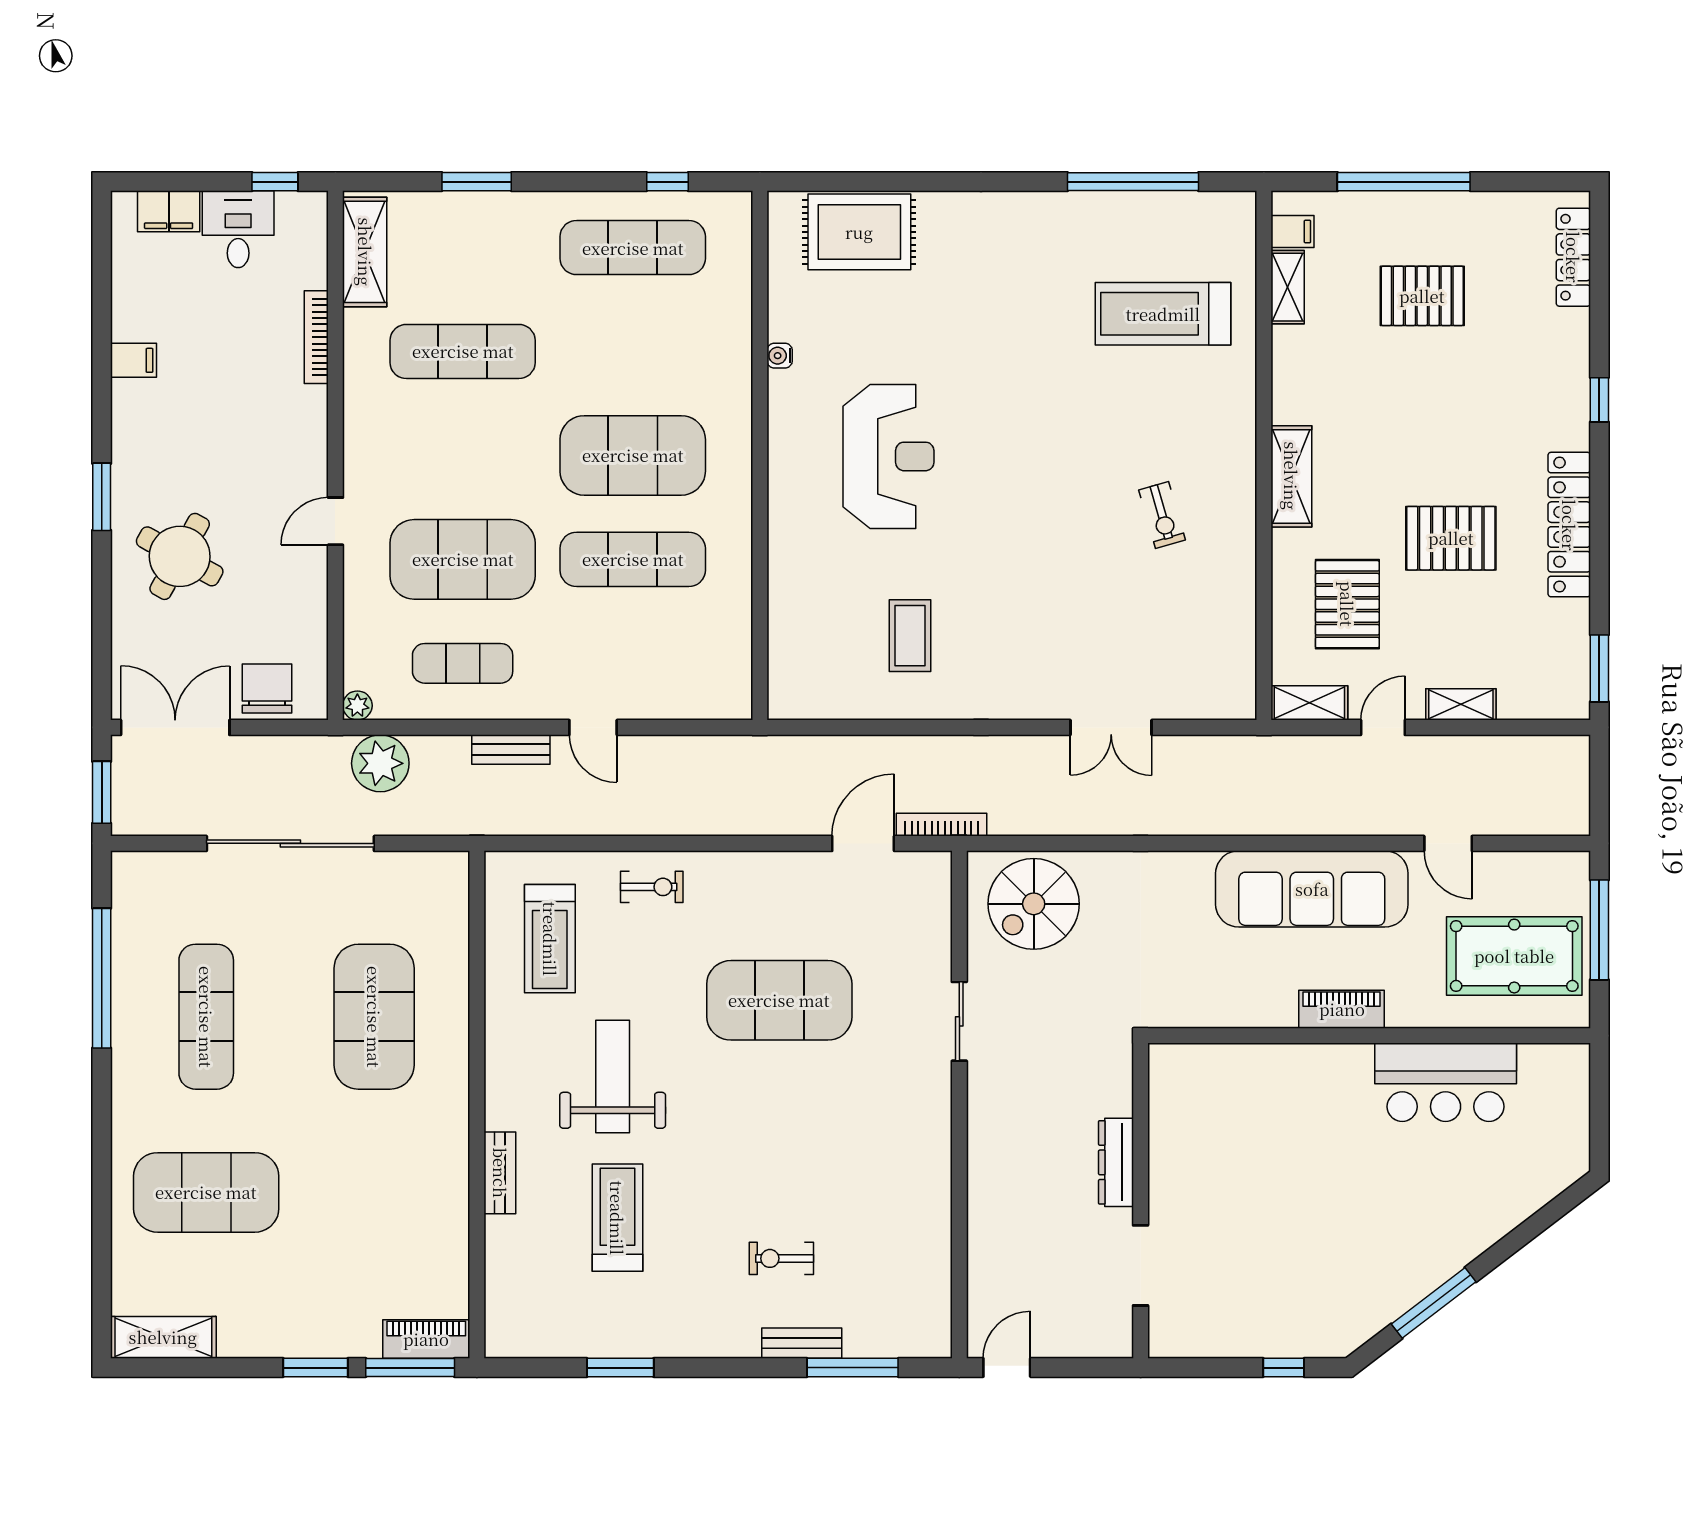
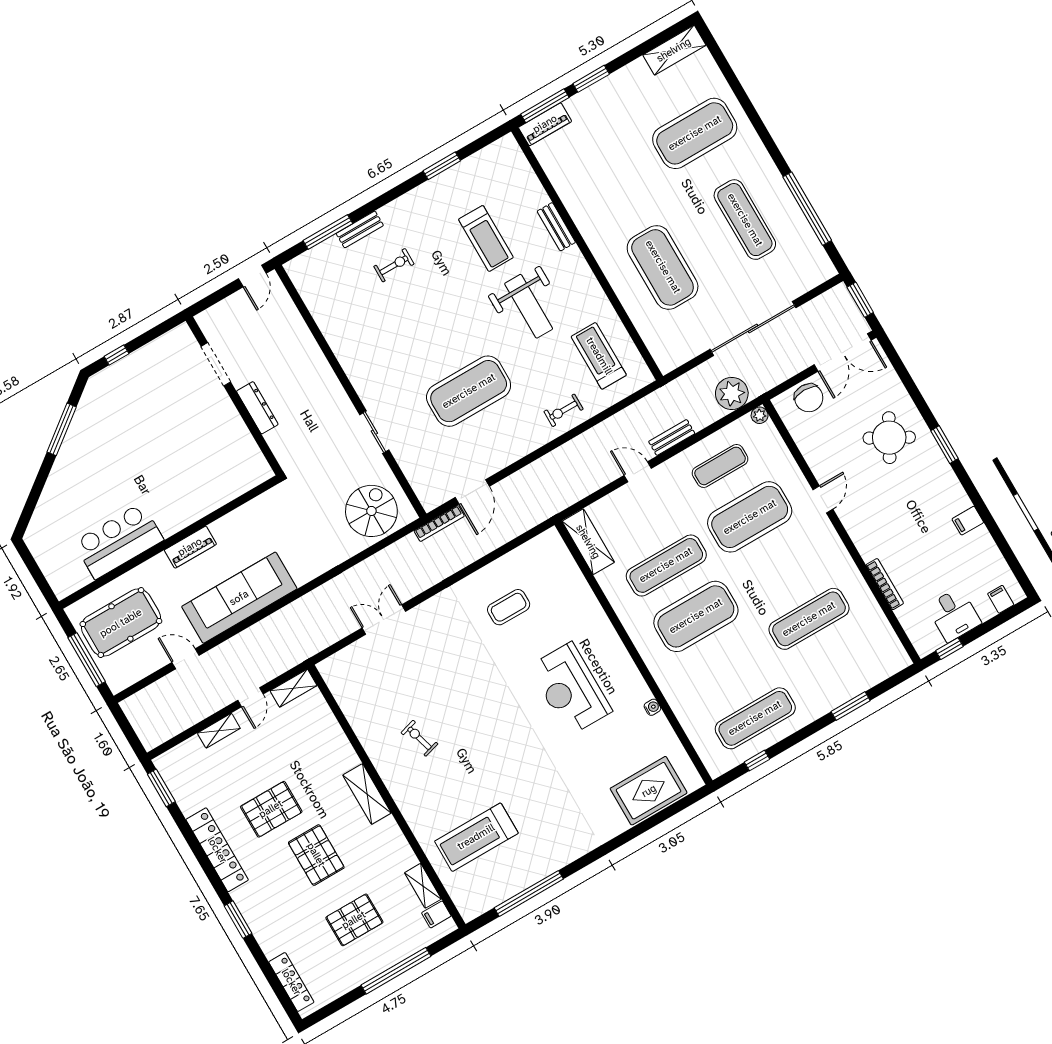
filing cabinet: (169, 211) -> (1001, 599), width x0.50
shelving: (365, 252) -> (588, 542), moved
treadmill: (1163, 314) -> (476, 837), turned 180
window: (1599, 400) -> (238, 920), width x1.50
pallet: (1347, 604) -> (316, 855), moved
coffee table: (910, 636) -> (509, 607), turned 90

